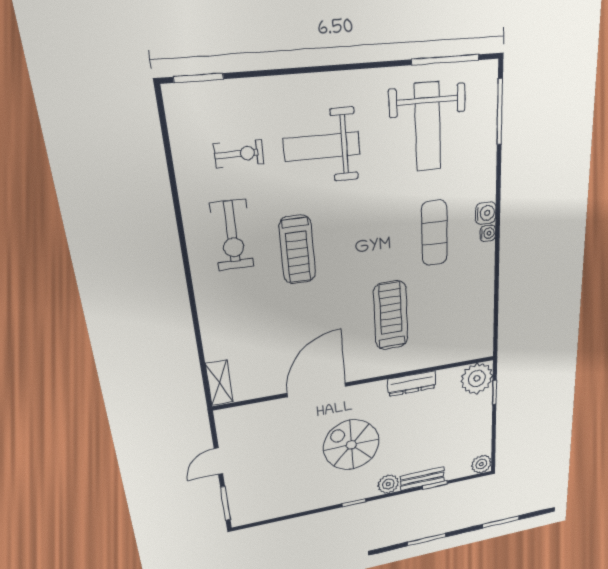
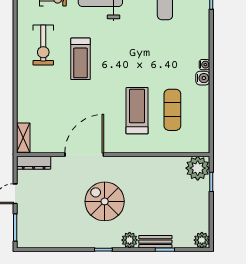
water cooler: (486, 213) -> (203, 78), moved
exercise mat: (434, 233) -> (172, 110), moved
dresser: (412, 383) -> (34, 163), moved

